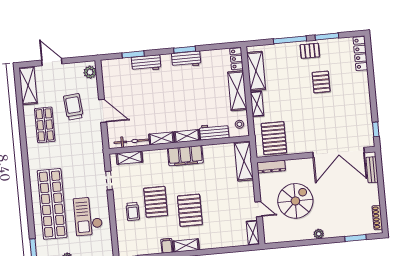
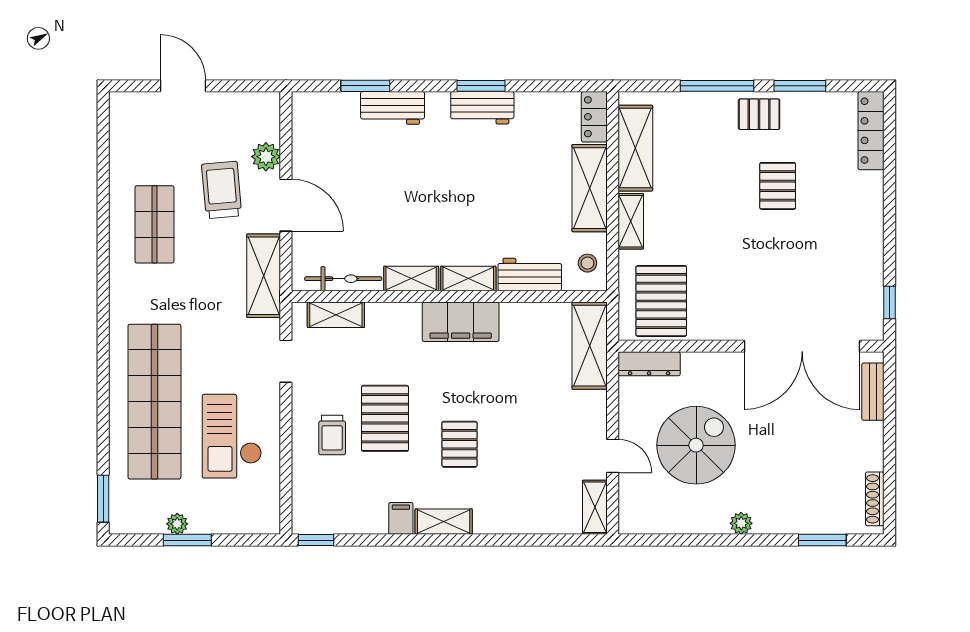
plant: (90, 72) -> (266, 157), moved
shelving: (28, 86) -> (264, 276), moved
pallet: (190, 210) -> (459, 444), width x0.67, depth x0.71

